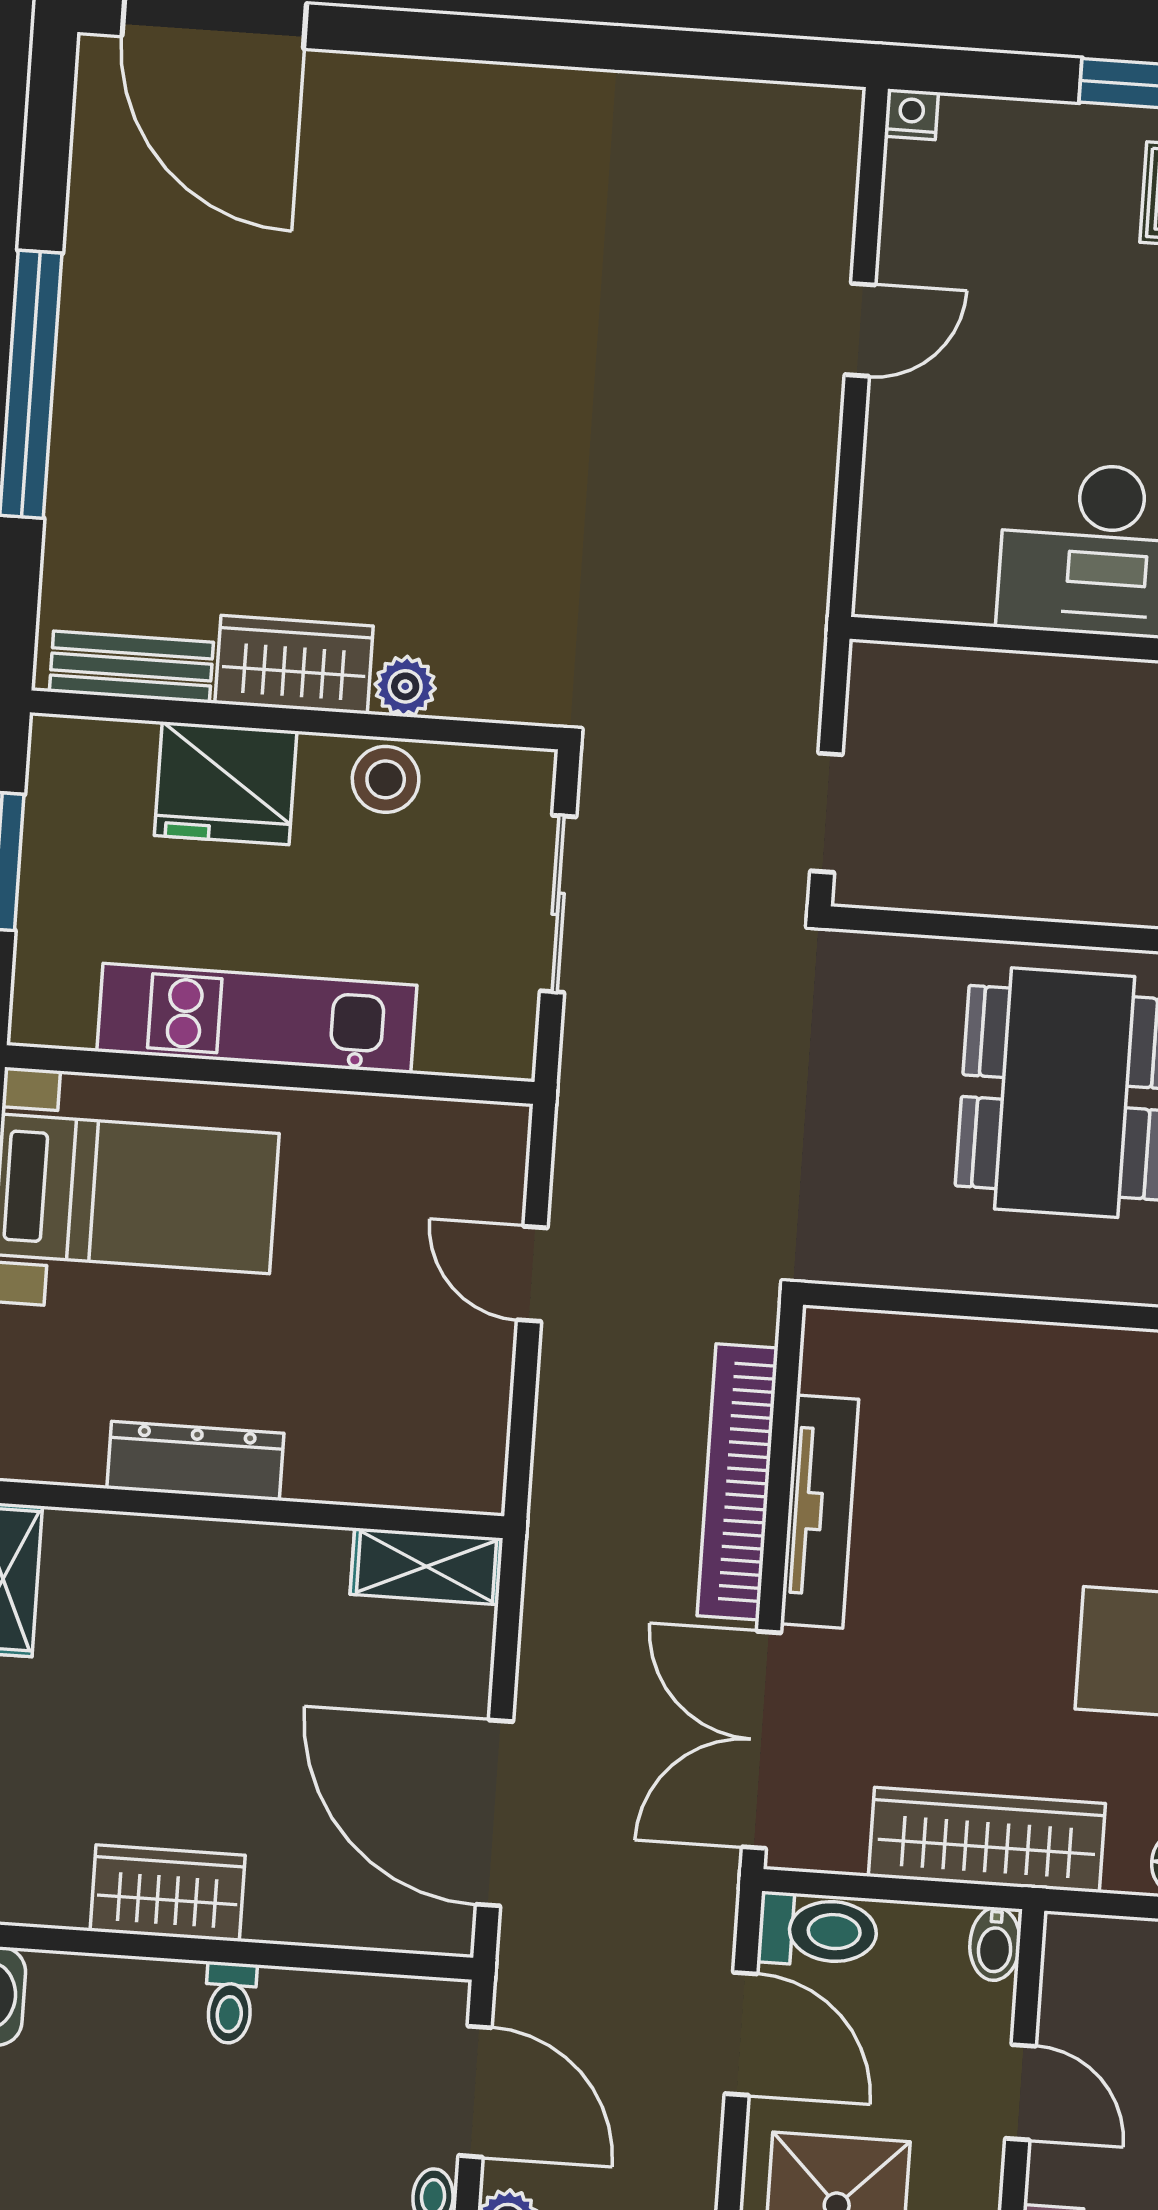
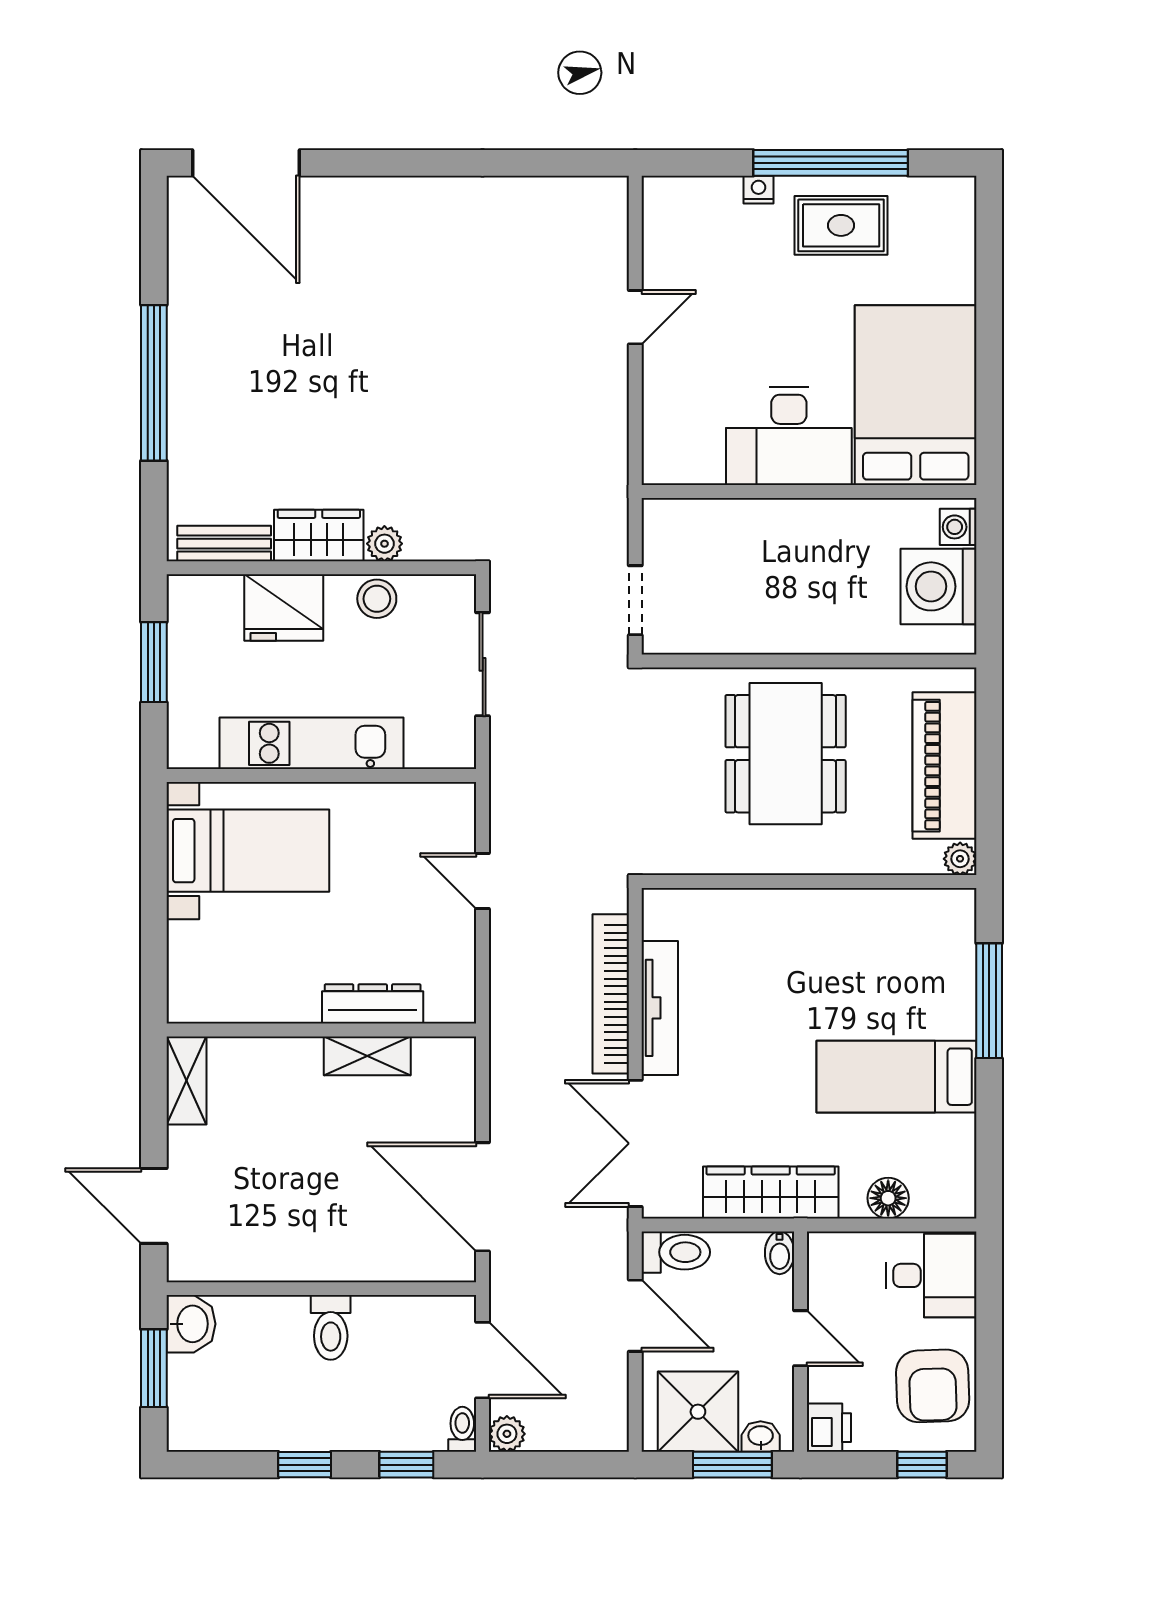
nightstand: (911, 114) -> (758, 190), moved
dresser: (195, 1461) -> (373, 1004), moved
shelving: (426, 1566) -> (367, 1056), moved
wardrobe: (168, 1893) -> (295, 1257), removed
toilet: (230, 2003) -> (331, 1327), width x1.37, depth x1.39

